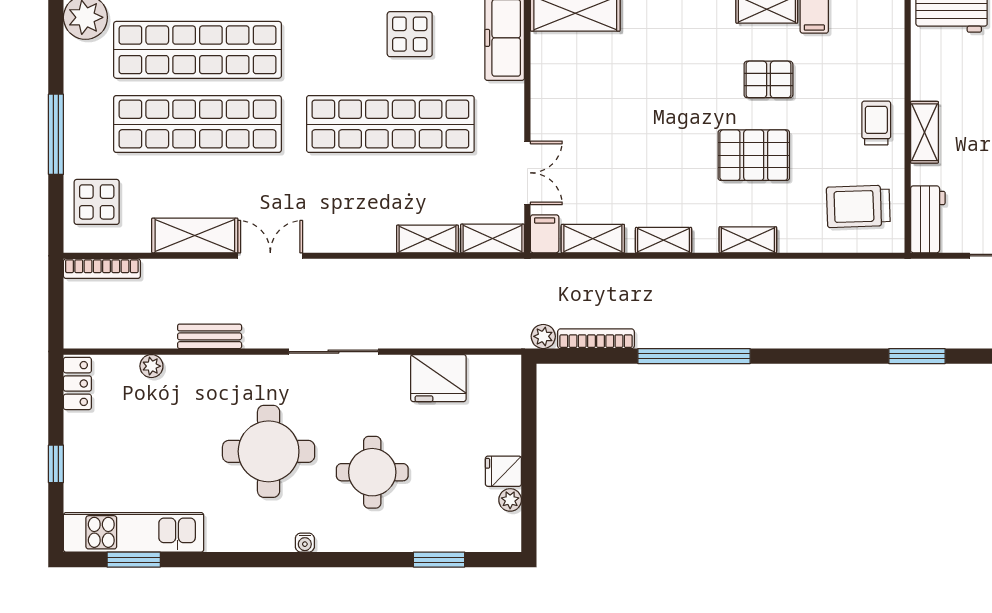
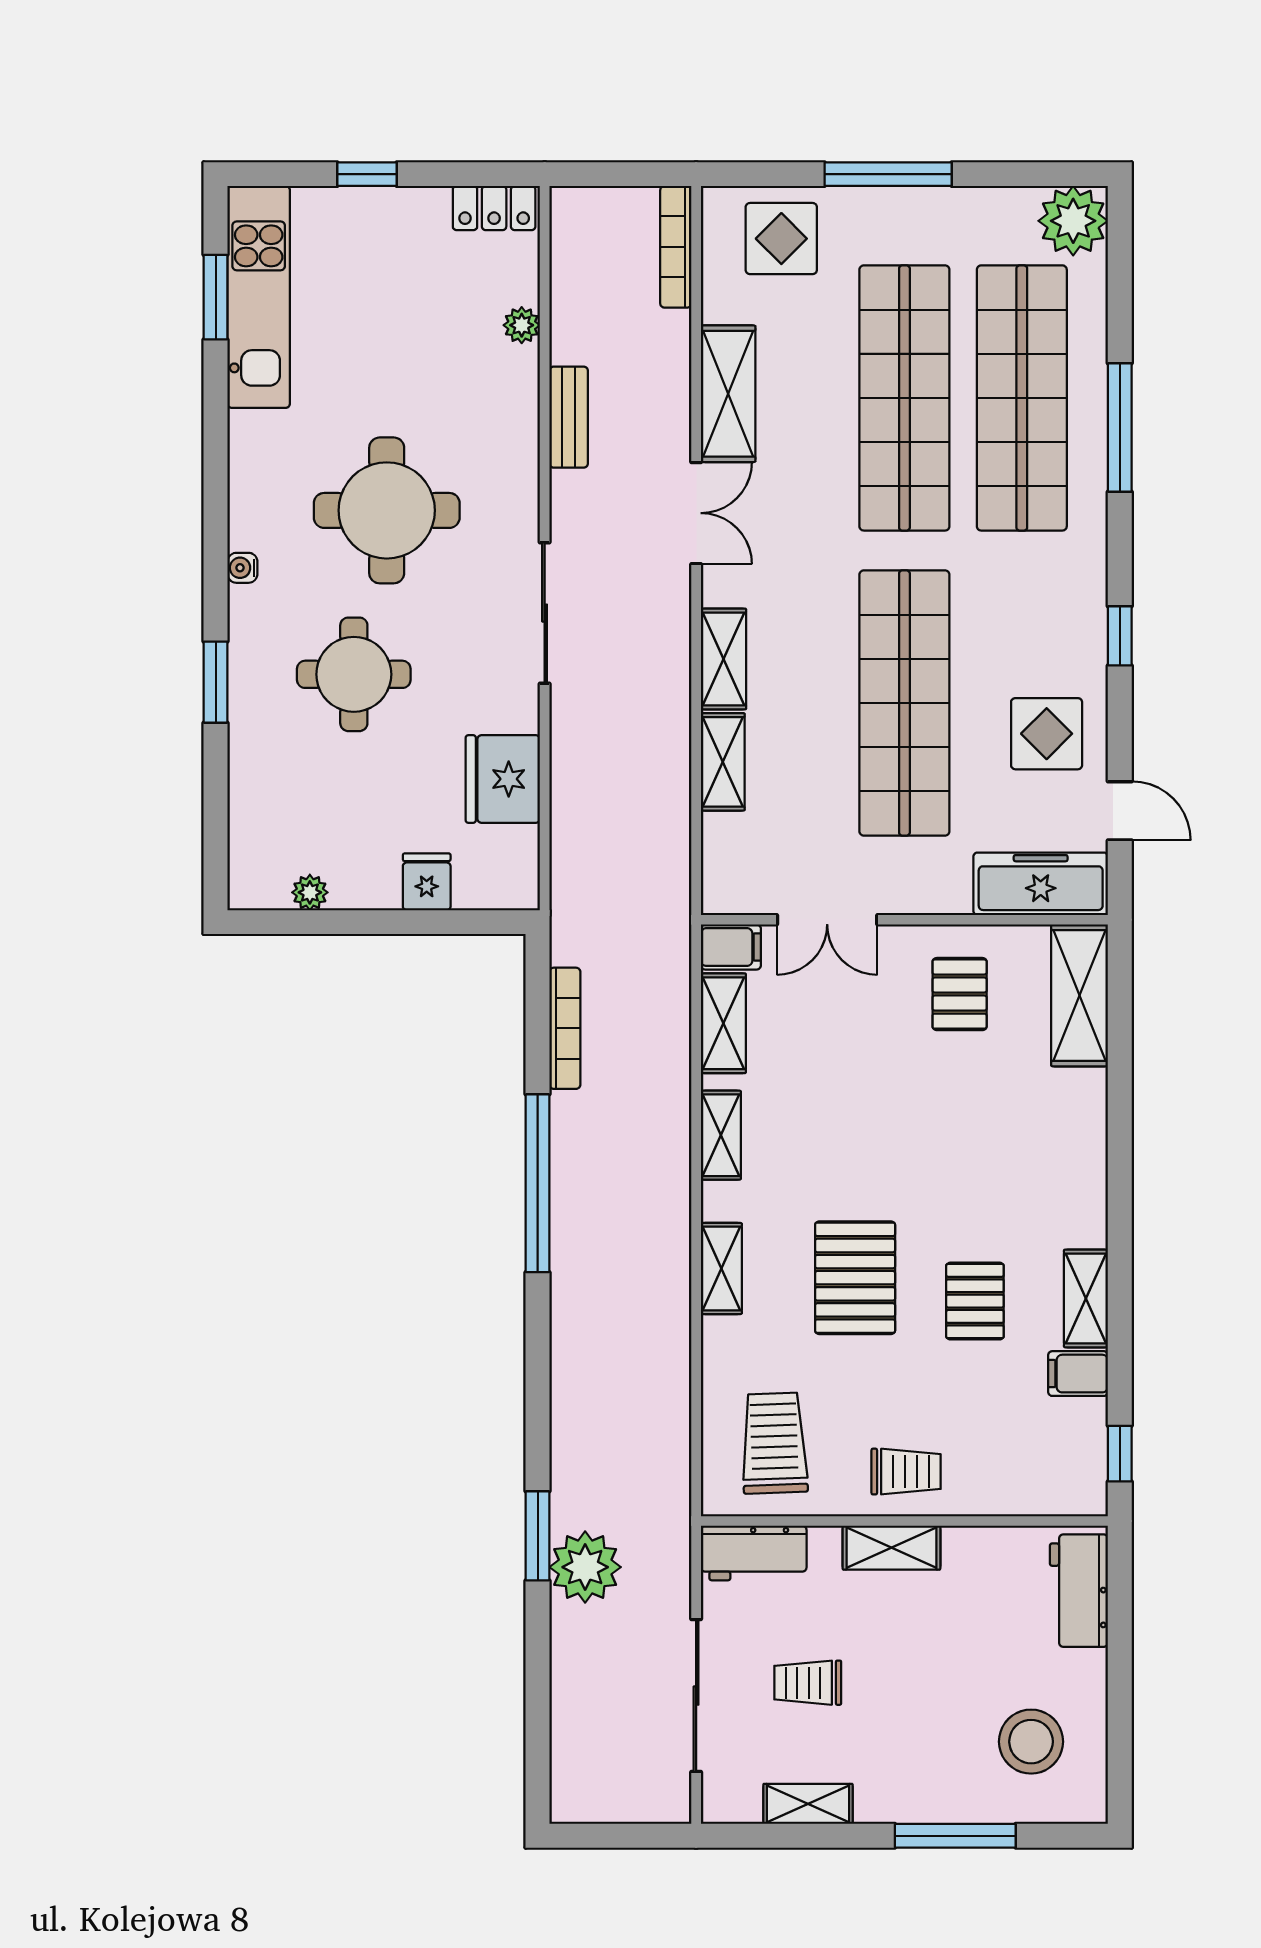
pallet: (574, 89) -> (960, 994), added
shelving: (493, 238) -> (723, 659), moved
plant: (543, 336) -> (585, 1567), moved, width x1.88, depth x1.88
fridge: (503, 471) -> (427, 882), moved
window: (439, 560) -> (216, 682), moved

